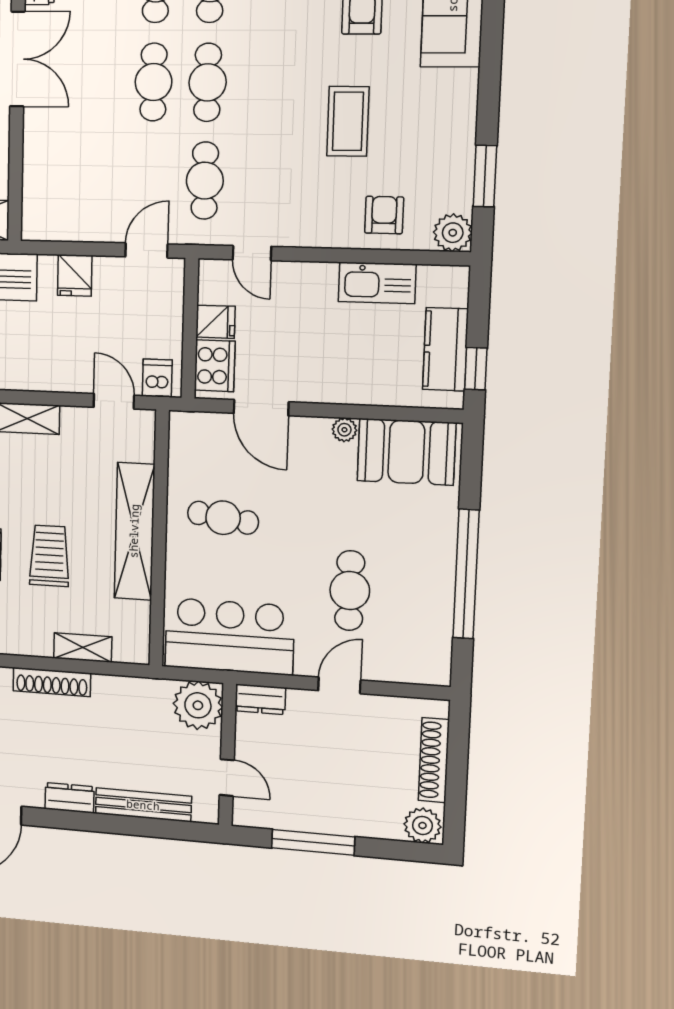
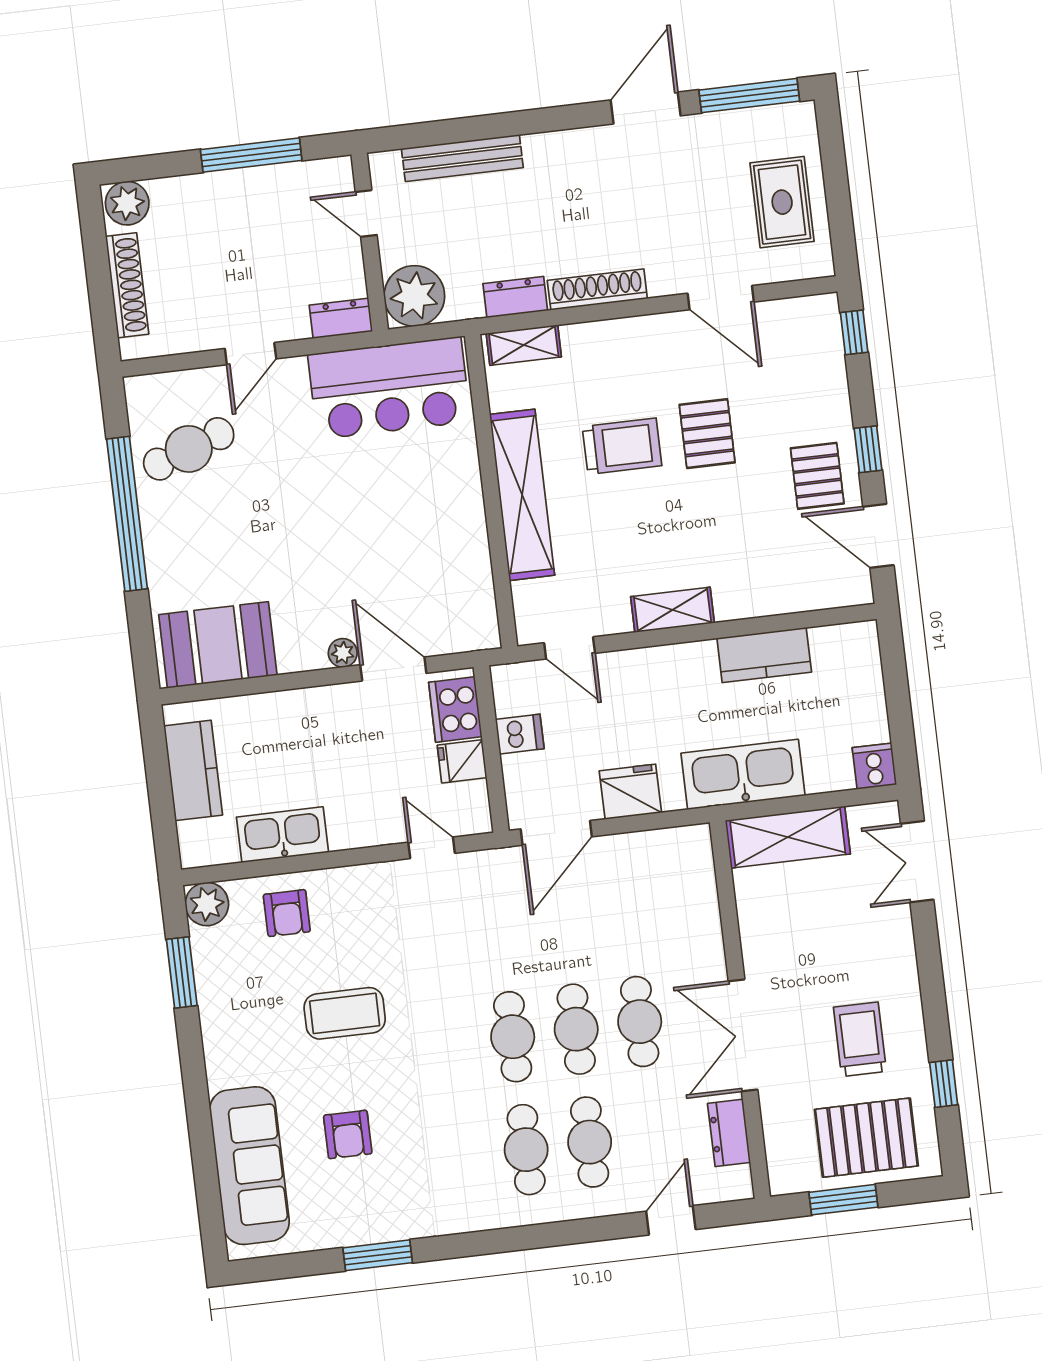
coffee table: (348, 121) -> (345, 1013), turned 90
cafe table: (205, 181) -> (640, 1022), moved
door: (146, 250) -> (556, 833), width x1.37
fridge: (75, 275) -> (630, 792), width x1.38
window: (476, 369) -> (156, 754), removed
dishwasher: (157, 378) -> (520, 734), moved, turned -90
plant: (344, 430) -> (343, 653), moved
cafe table: (223, 518) -> (418, 530), removed
trolley: (49, 556) -> (622, 446), turned -90
cafe table: (350, 591) -> (189, 449), moved, turned 70
shelving: (83, 648) -> (524, 345), moved
dresser: (70, 798) -> (515, 297), moved, turned 180

